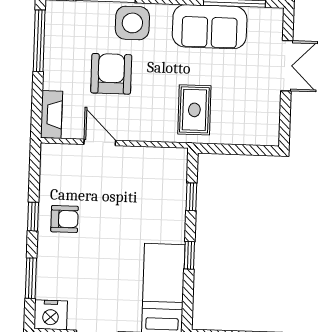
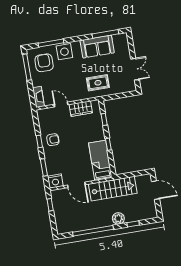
double door: (287, 66) -> (135, 69), moved
armchair: (111, 74) -> (44, 63), moved
rug: (194, 110) -> (98, 83), turned 90
wardrobe: (143, 161) -> (81, 109), added

